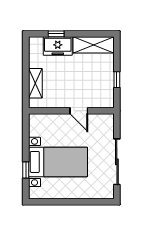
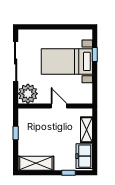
freezer: (58, 46) -> (84, 156), moved, turned -90
door: (79, 111) -> (59, 106), moved
plant: (103, 125) -> (28, 94), added

